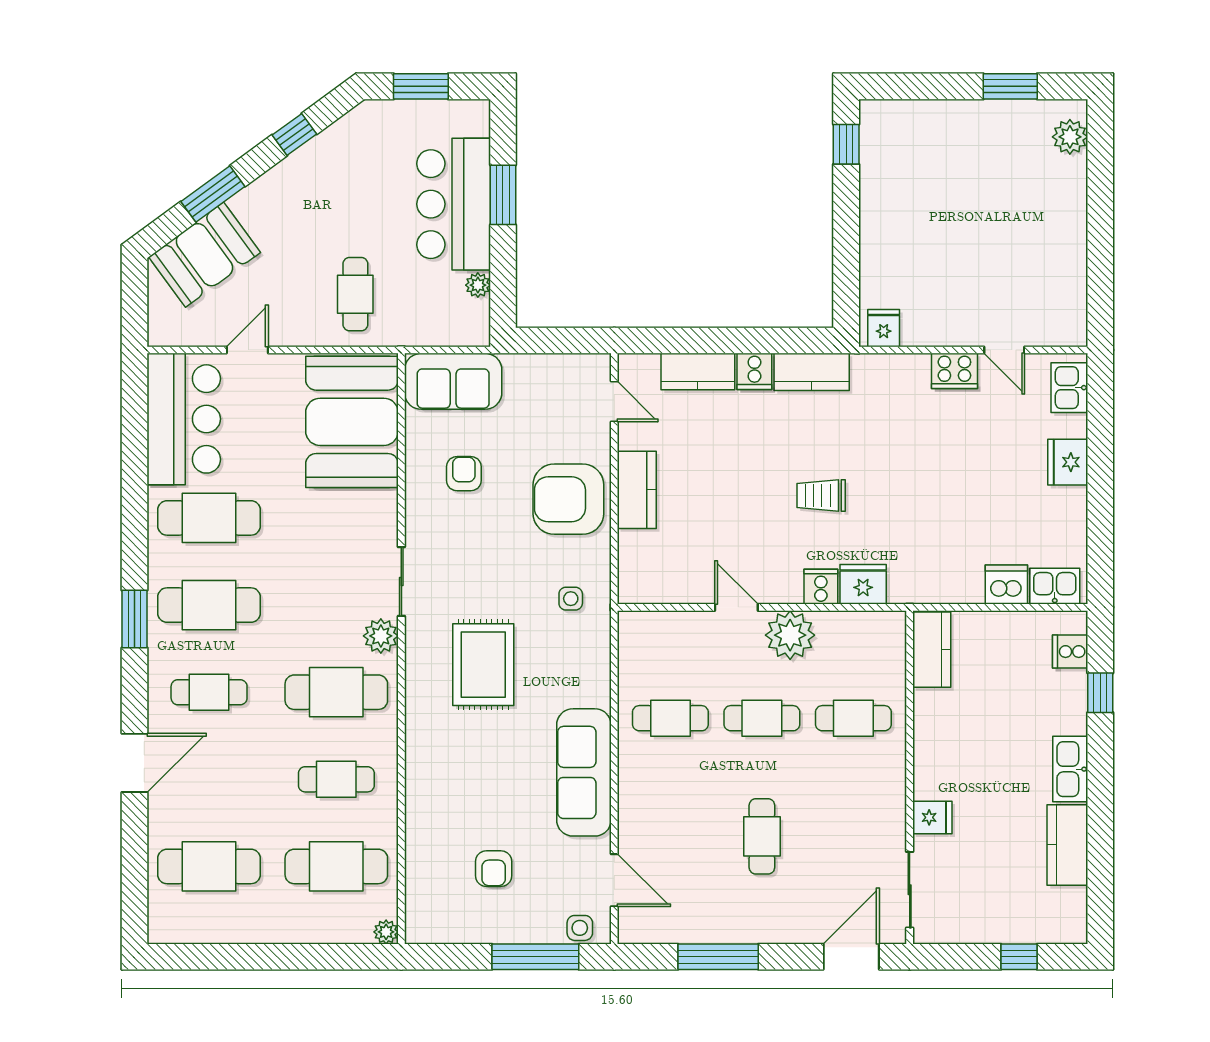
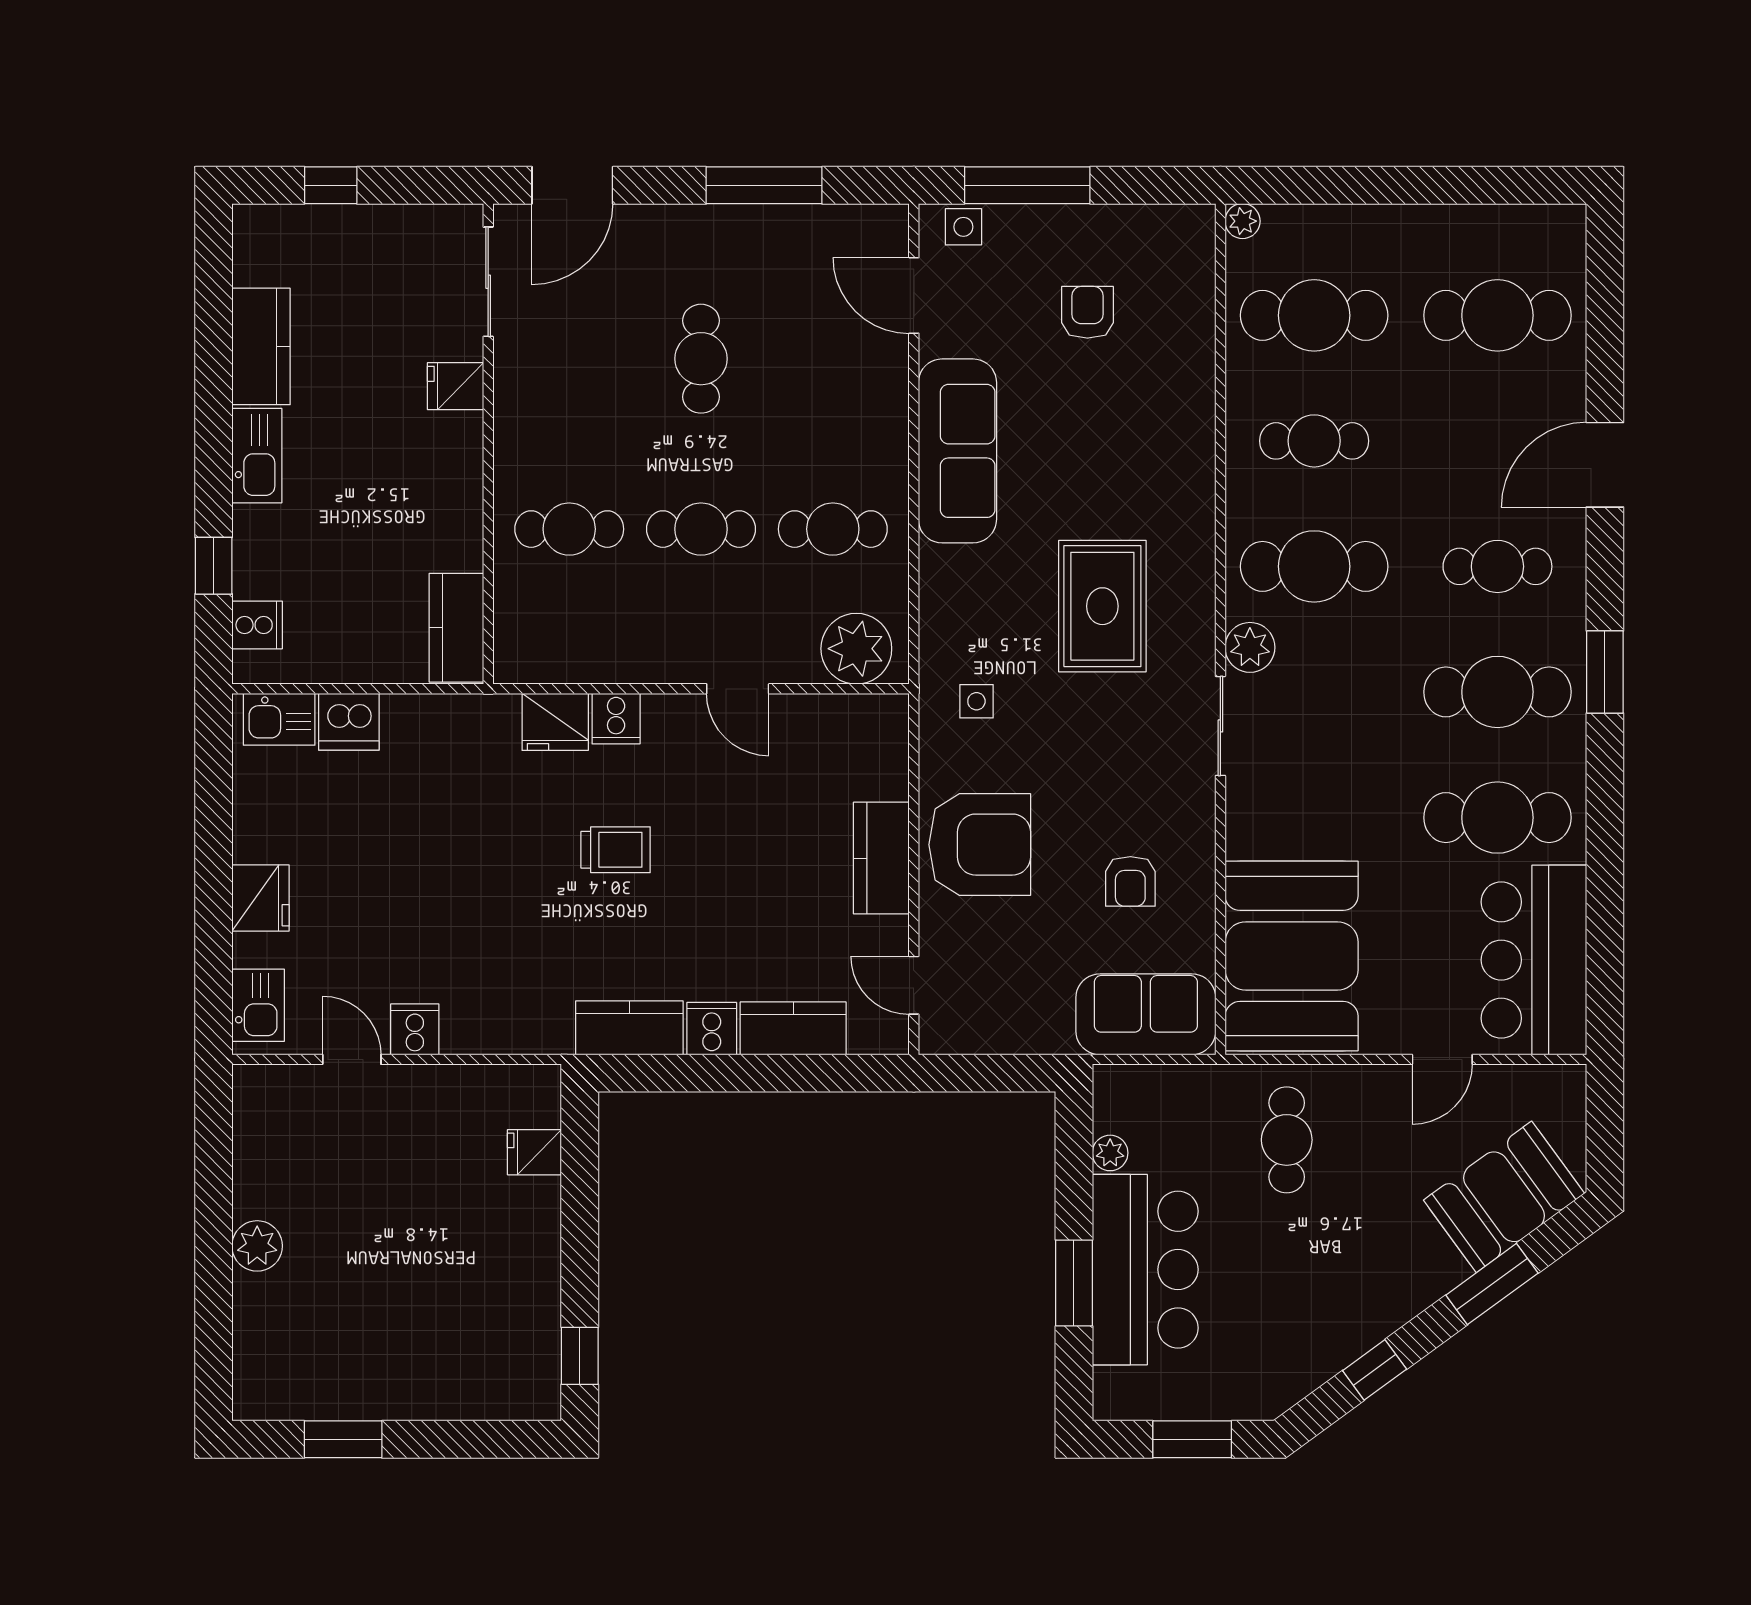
plant: (1070, 137) -> (257, 1246), moved
fridge: (884, 328) -> (534, 1152), moved, turned 90
cooker: (954, 371) -> (415, 1029), width x0.73
plant: (790, 635) -> (856, 649), moved

